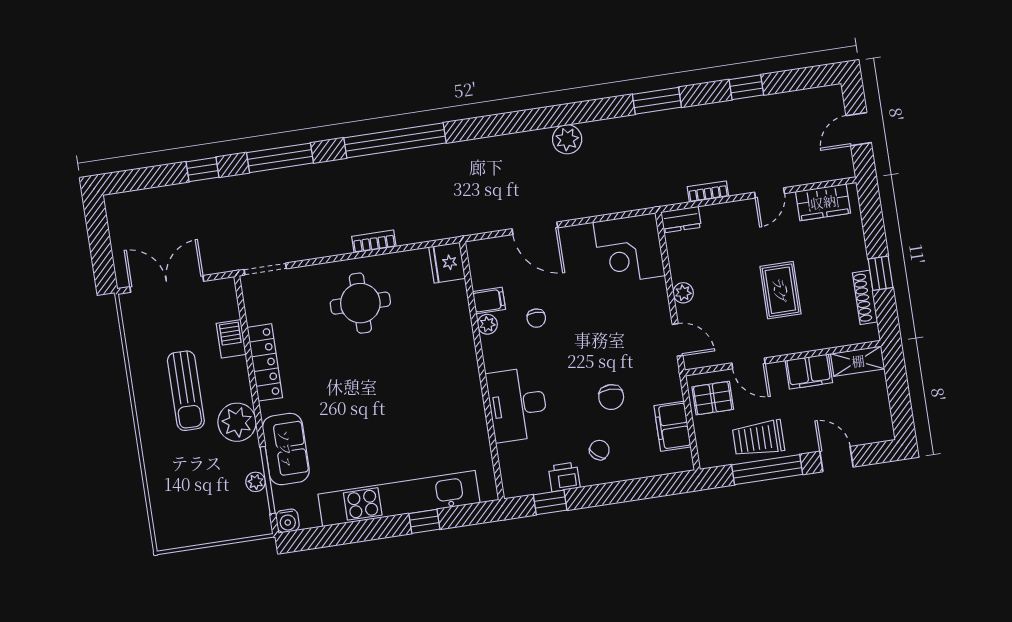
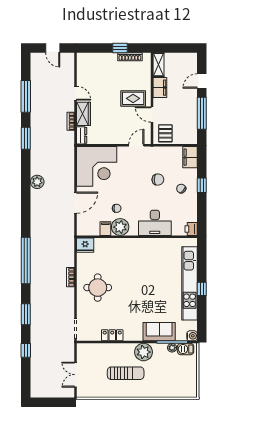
window: (746, 87) -> (26, 96), width x2.17
window: (280, 158) -> (26, 314), width x0.69
wardrobe: (823, 202) -> (84, 114), moved
corner desk: (629, 249) -> (97, 166), width x1.36, depth x1.36
double door: (167, 284) -> (76, 375), width x0.73
rug: (780, 290) -> (133, 98), moved
plant: (683, 293) -> (115, 139), removed
plant: (487, 324) -> (120, 227), width x1.87, depth x1.87
barbecue: (231, 339) -> (186, 349), moved
locker: (265, 362) -> (112, 335), width x0.66
door: (749, 363) -> (152, 115), swing flipped
filing cabinet: (672, 426) -> (190, 157), moved, turned 90
trolley: (758, 438) -> (187, 115), removed
printer: (564, 477) -> (191, 229), moved
window: (550, 502) -> (202, 185), moved
window: (424, 521) -> (202, 289), moved

